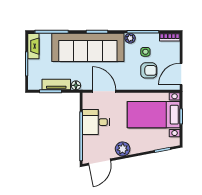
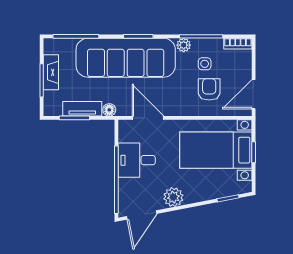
fireplace: (33, 46) -> (51, 72), moved
armchair: (149, 70) -> (209, 89), turned -90

